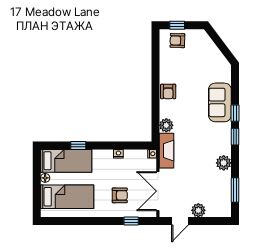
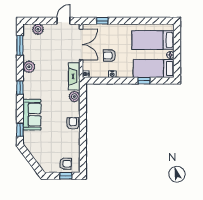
window: (235, 113) -> (20, 130), moved
armchair: (120, 195) -> (109, 55), moved
plant: (198, 210) -> (38, 29), moved

